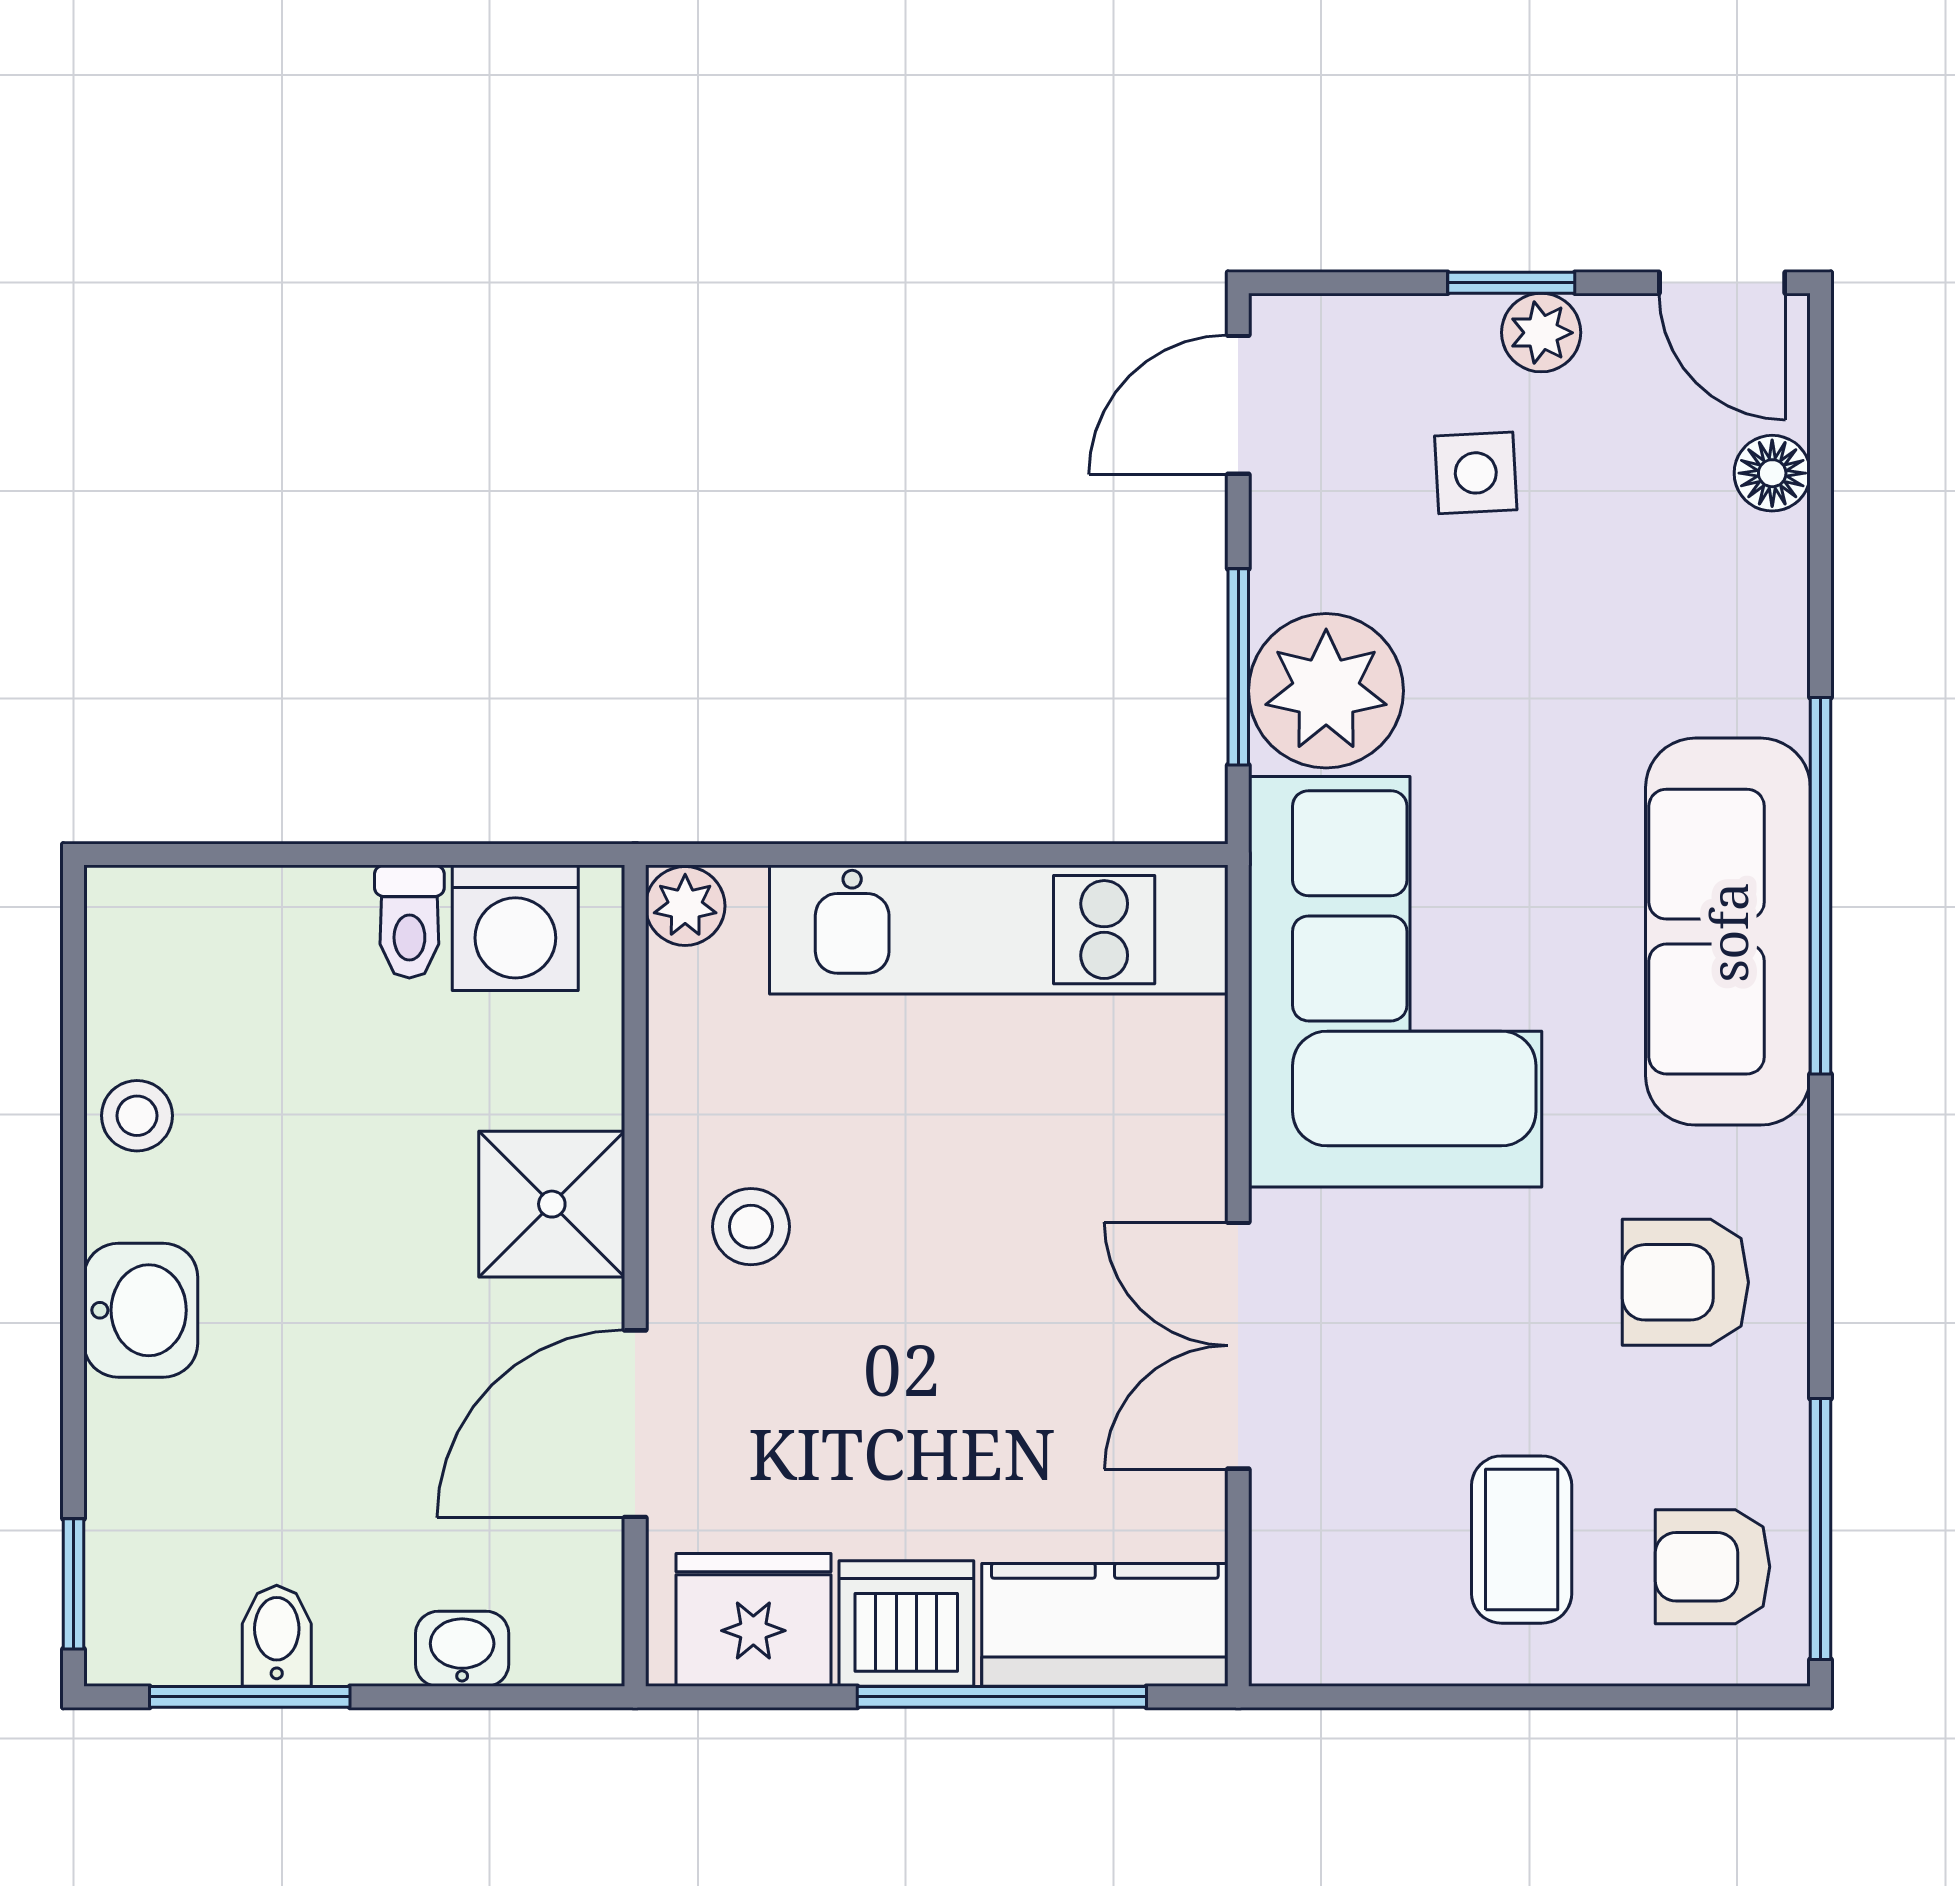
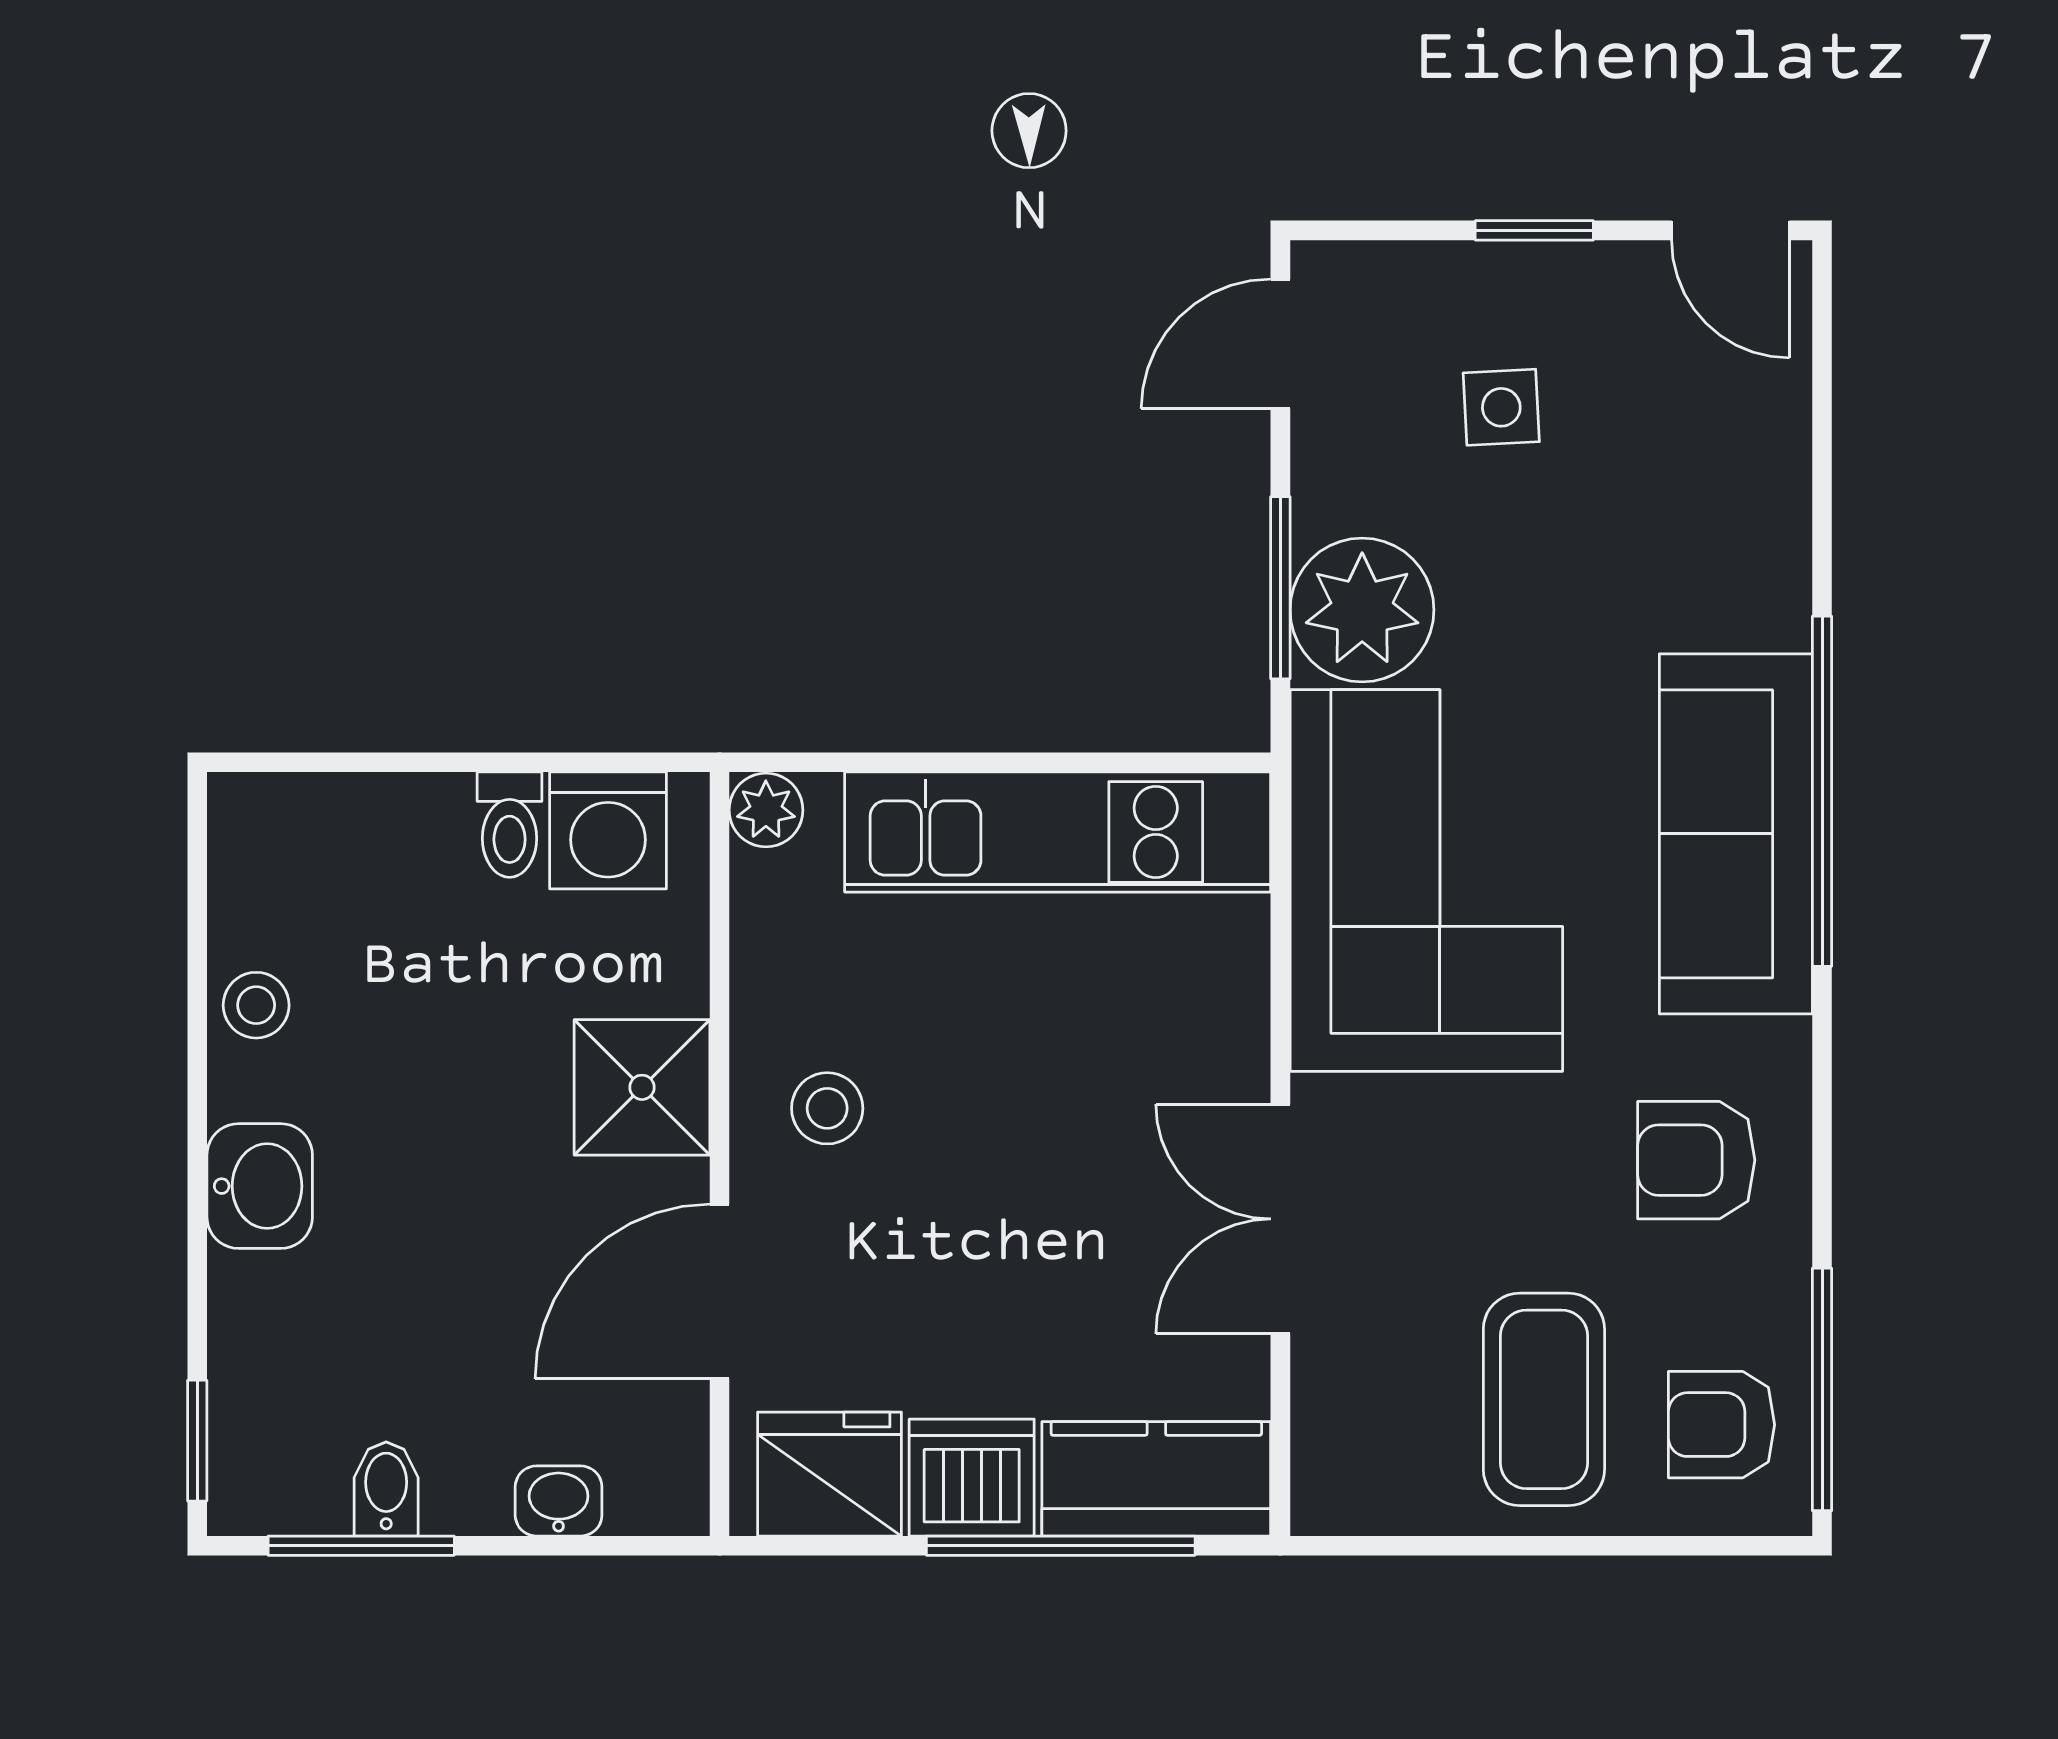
plant: (1541, 333) -> (1562, 277), removed
floor lamp: (1772, 473) -> (1777, 408), removed
coffee table: (1522, 1540) -> (1544, 1399), width x1.36, depth x1.30

